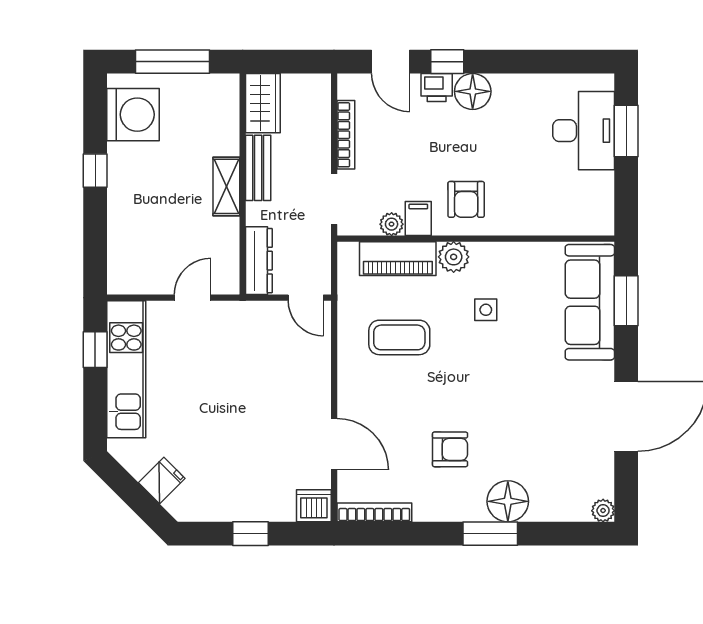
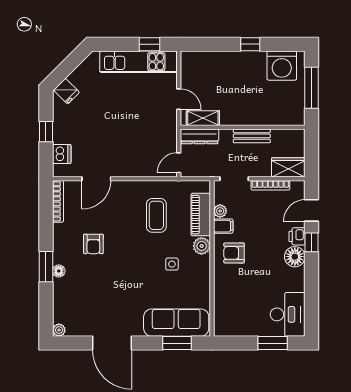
wardrobe: (263, 103) -> (288, 167), moved, turned 180
desk: (584, 131) -> (288, 314), moved, turned -90
shelving: (226, 186) -> (203, 118), moved
fridge: (162, 481) -> (66, 91), moved
floor lamp: (508, 501) -> (59, 271), width x0.53, depth x0.53
dishwasher: (314, 506) -> (62, 154), moved

